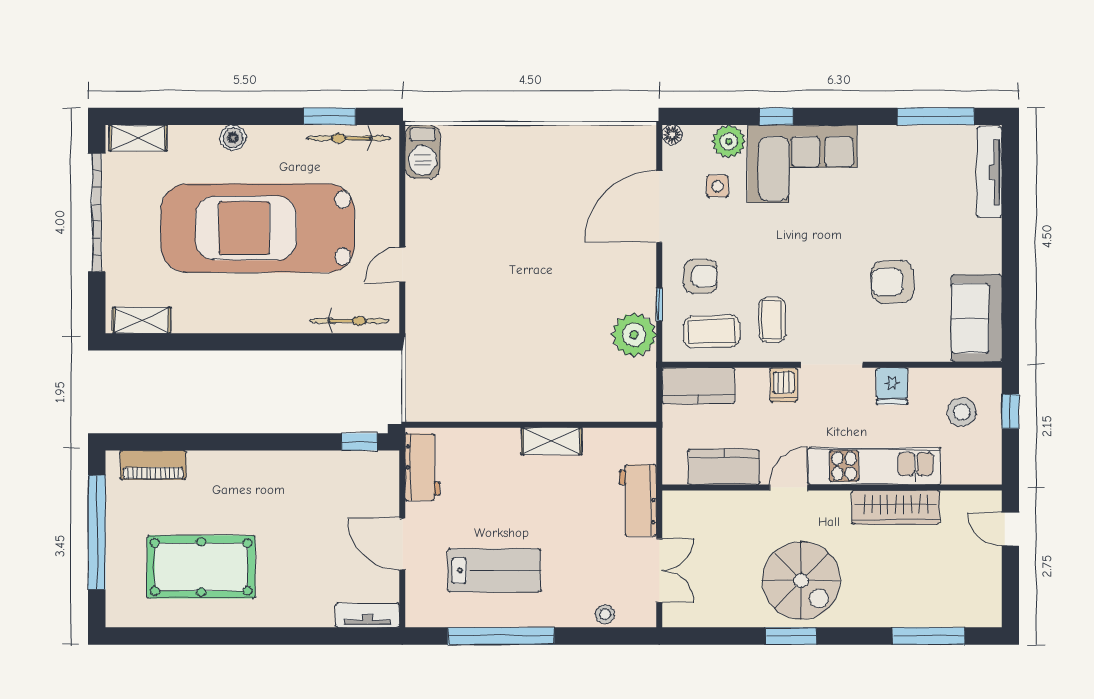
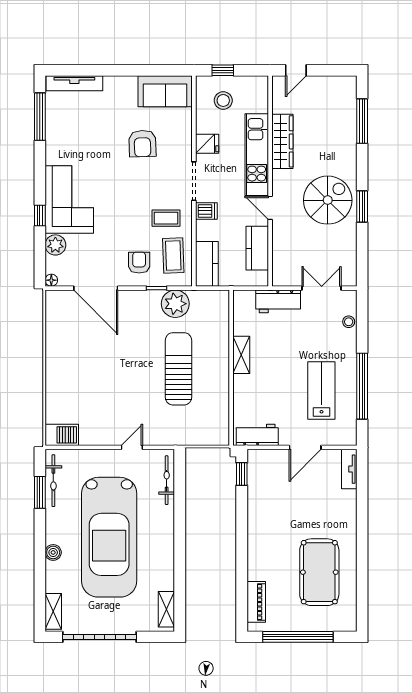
side table: (717, 186) -> (83, 252), removed
door: (402, 265) -> (132, 447), swing flipped
sun lounger: (529, 340) -> (178, 369), added

